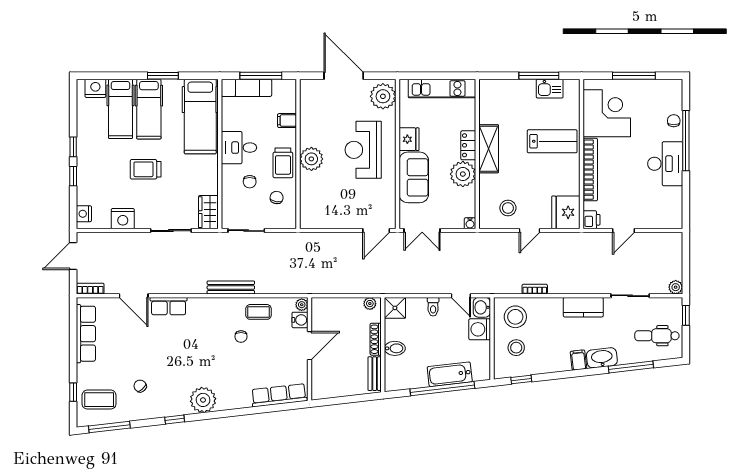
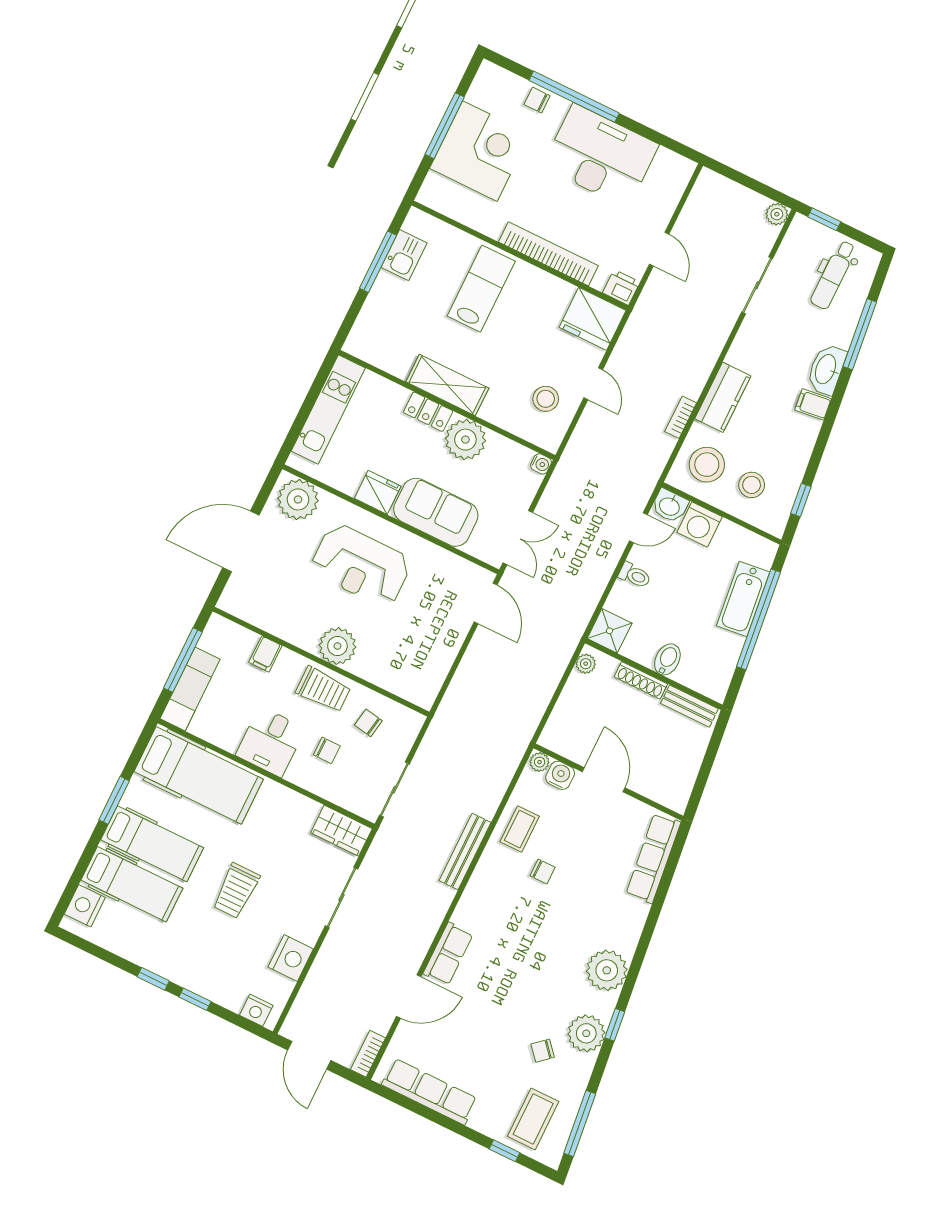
corner desk: (607, 113) -> (480, 151), moved, turned 90
desk: (665, 164) -> (601, 156), width x1.36, depth x1.30
kitchen counter: (583, 307) -> (723, 397), moved
plant: (162, 406) -> (586, 1033), added

